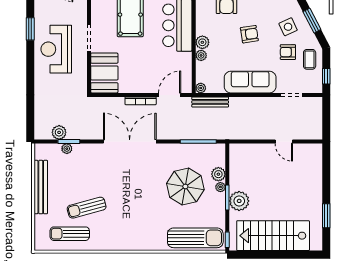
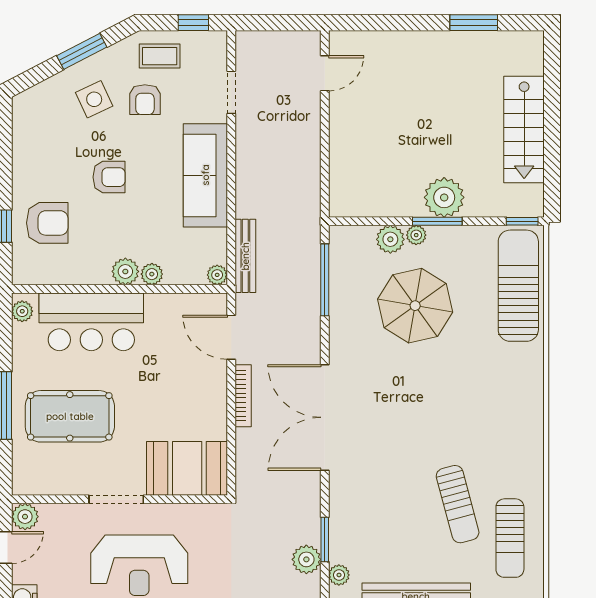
armchair: (249, 34) -> (109, 177), turned 99
door: (284, 141) -> (325, 73), moved
plant: (67, 149) -> (339, 575), moved
stairs: (273, 236) -> (524, 129), width x0.73, depth x0.66

